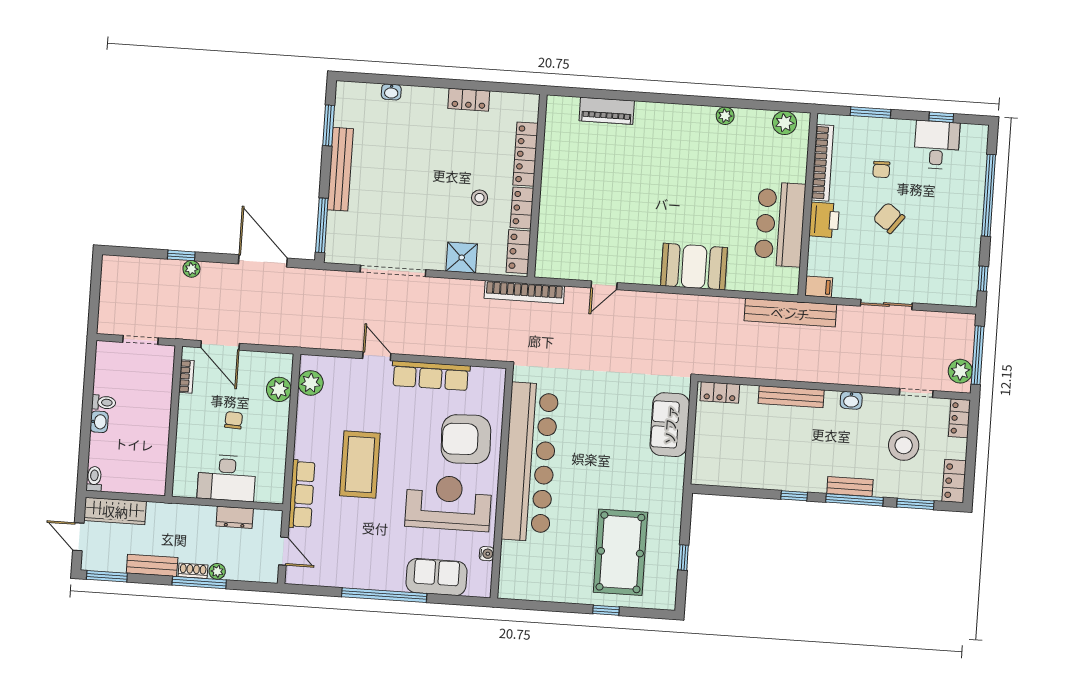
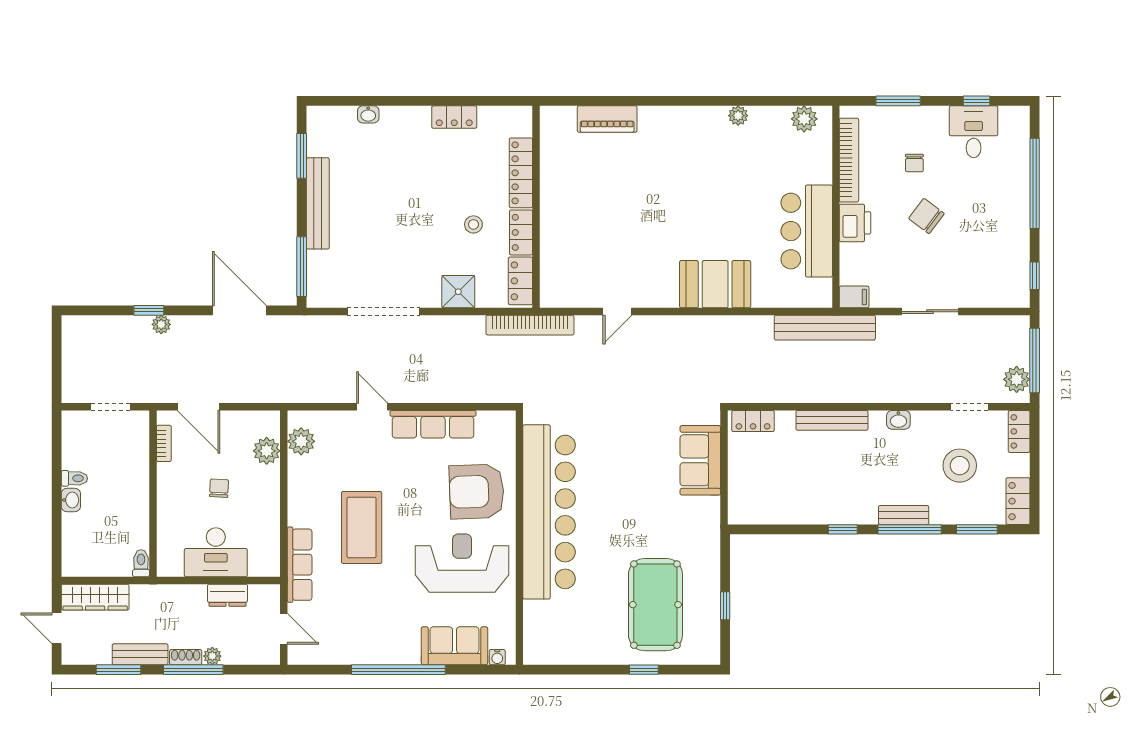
toilet: (94, 479) -> (141, 563), moved
water cooler: (487, 554) -> (497, 657), moved, turned 90
window: (107, 576) -> (118, 670), moved

